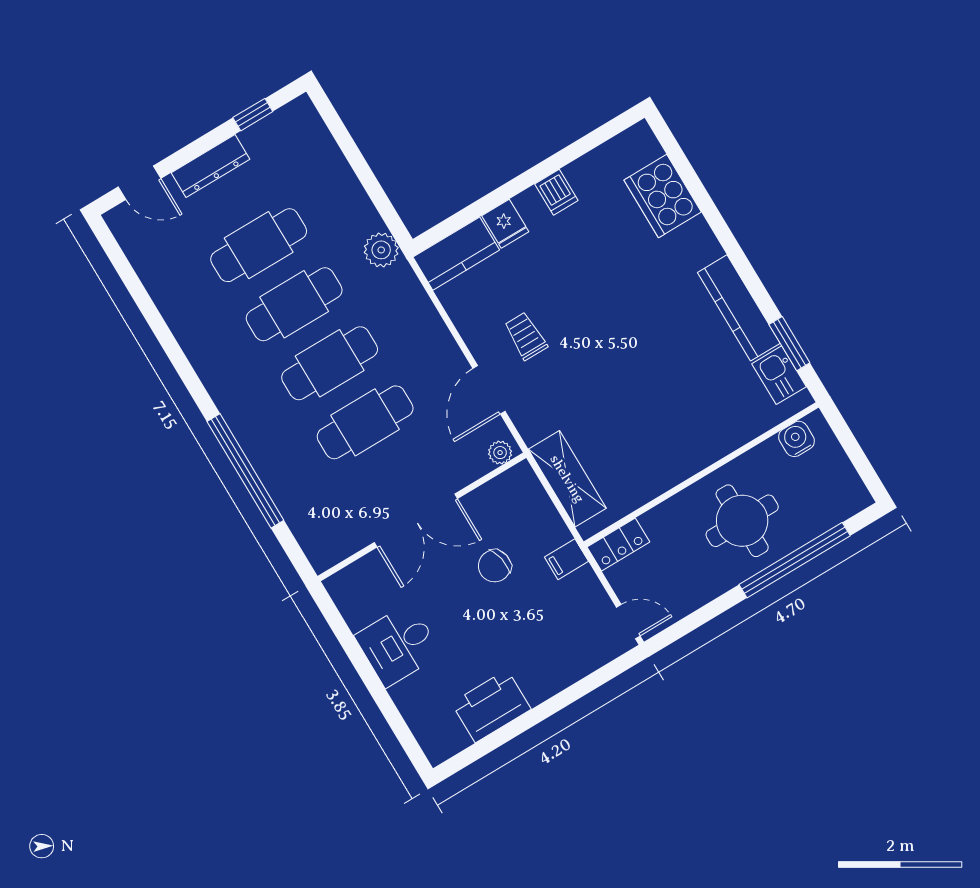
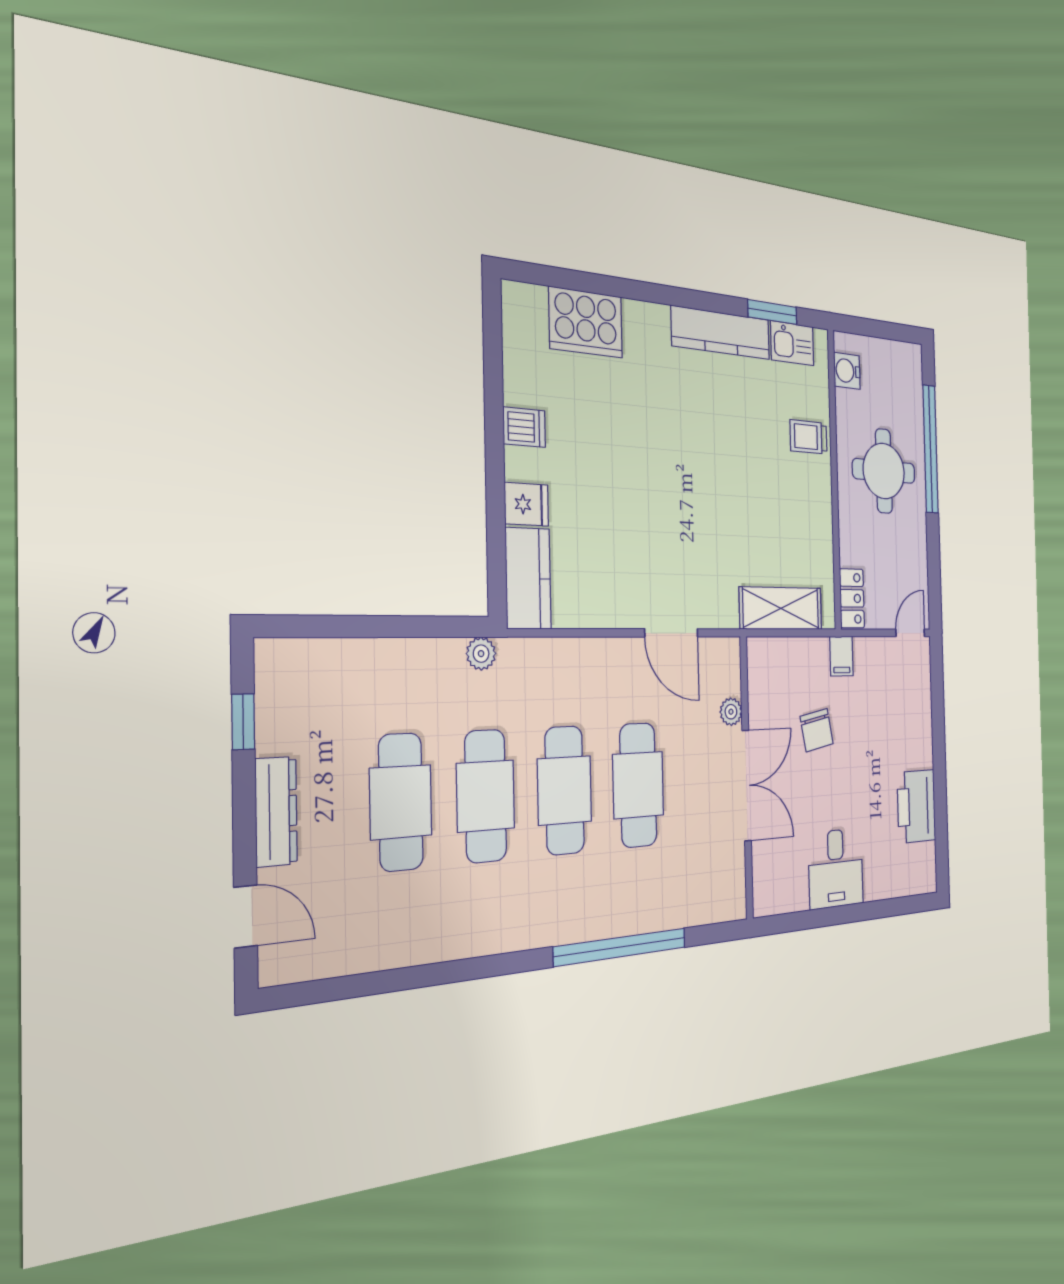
door: (139, 183) -> (245, 917), hinge flipped
plant: (381, 250) -> (481, 654), width x0.73, depth x0.73
trolley: (526, 336) -> (809, 437), moved
plant: (500, 453) -> (731, 712), moved

